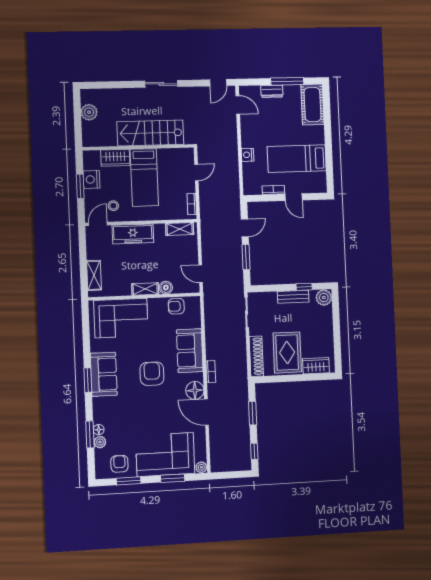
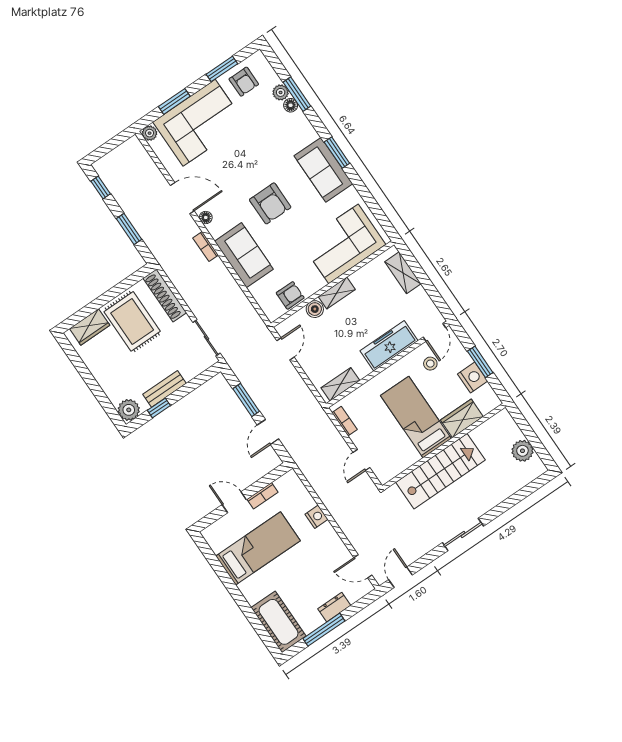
door: (201, 274) -> (285, 349), hinge flipped
floor lamp: (195, 390) -> (206, 217), width x0.53, depth x0.53

